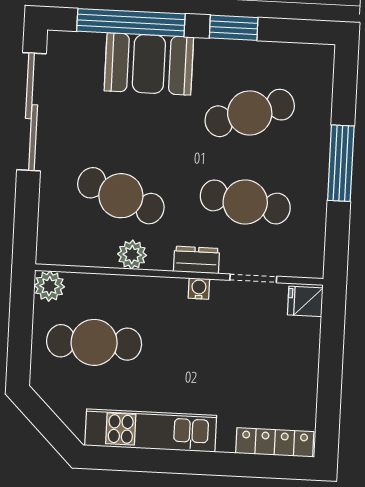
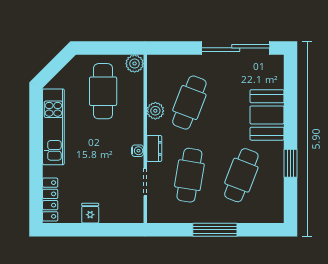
window: (131, 23) -> (291, 103), removed
cafe table: (250, 113) -> (241, 175), turned 39
fridge: (305, 301) -> (90, 213), moved

